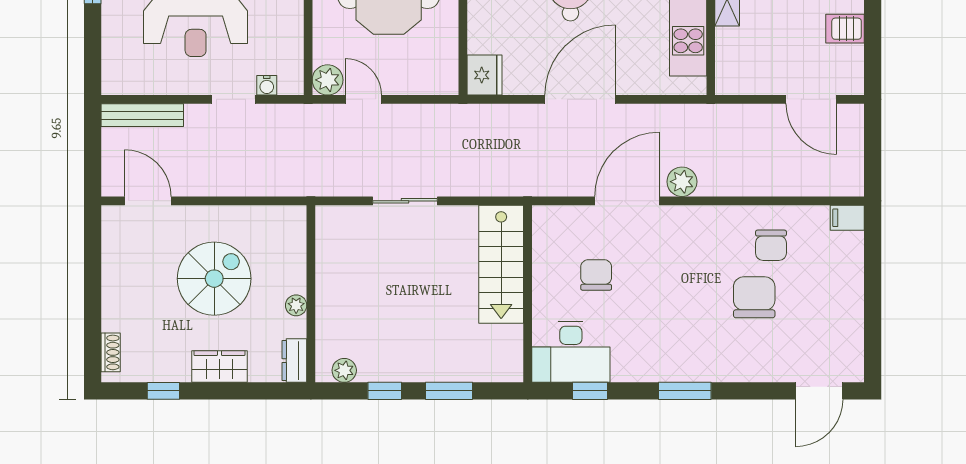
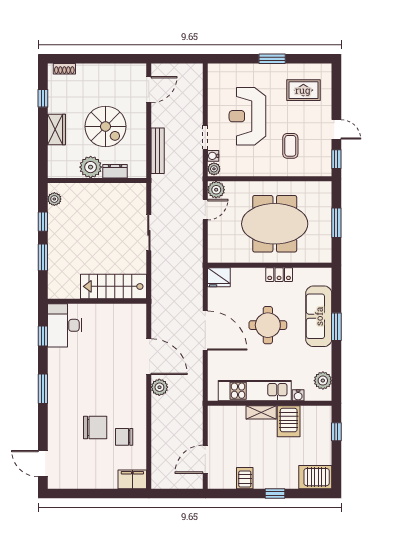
plant: (290, 84) -> (214, 169), added
bench: (142, 115) -> (158, 151), moved
filing cabinet: (847, 218) -> (132, 479), width x2.00
chair: (596, 275) -> (108, 339), removed
plant: (296, 305) -> (91, 167), width x1.88, depth x1.88
dresser: (294, 361) -> (115, 171), moved

